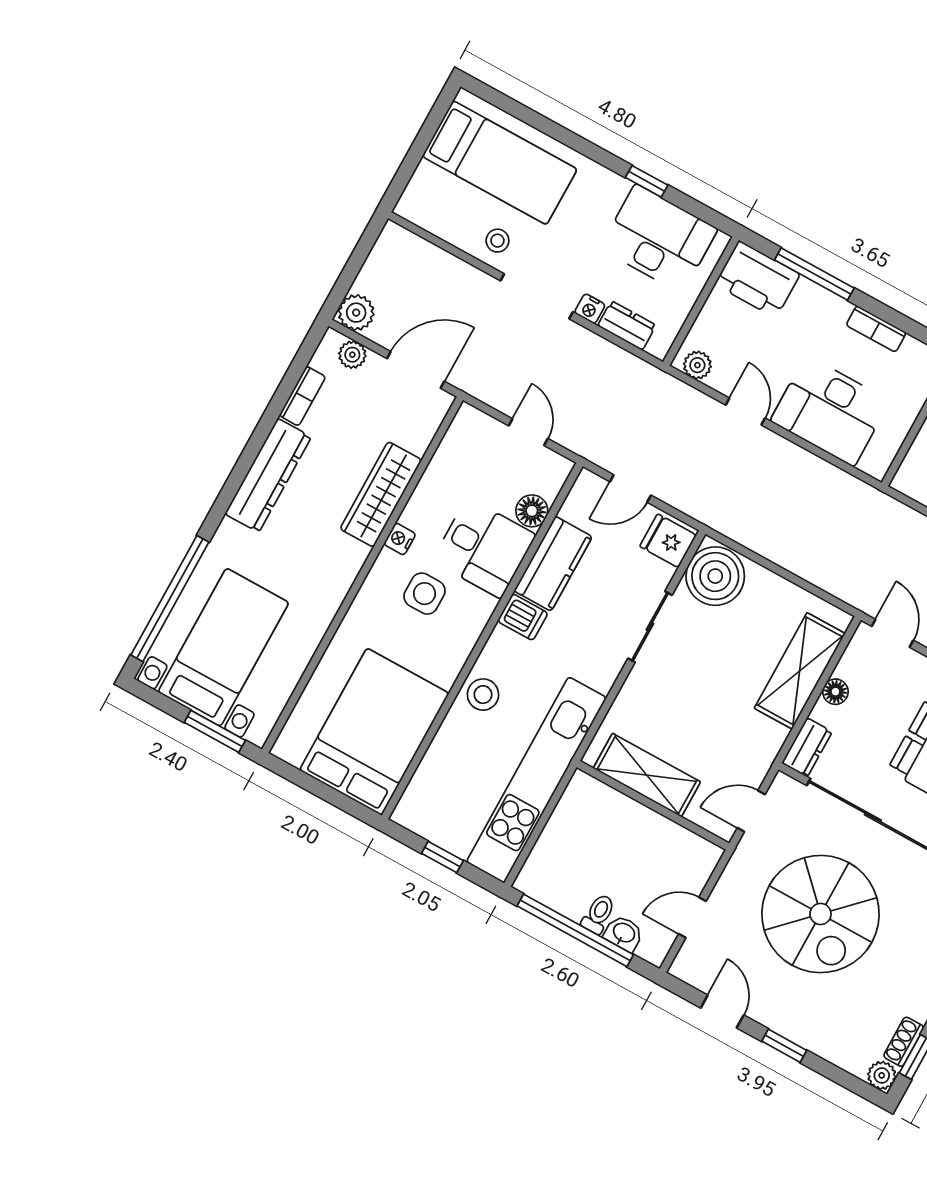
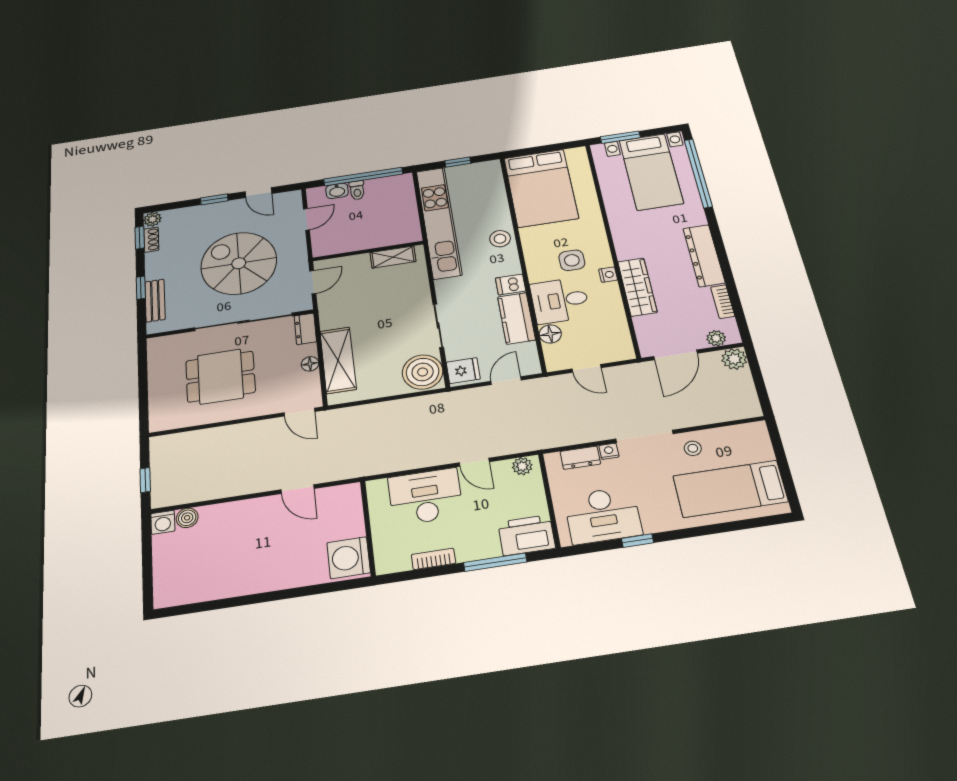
shelving: (647, 775) -> (393, 257), width x0.67, depth x0.75

